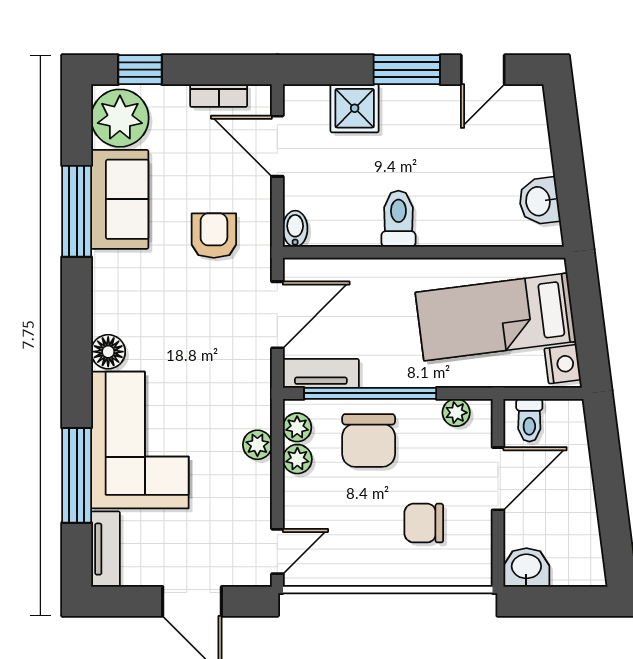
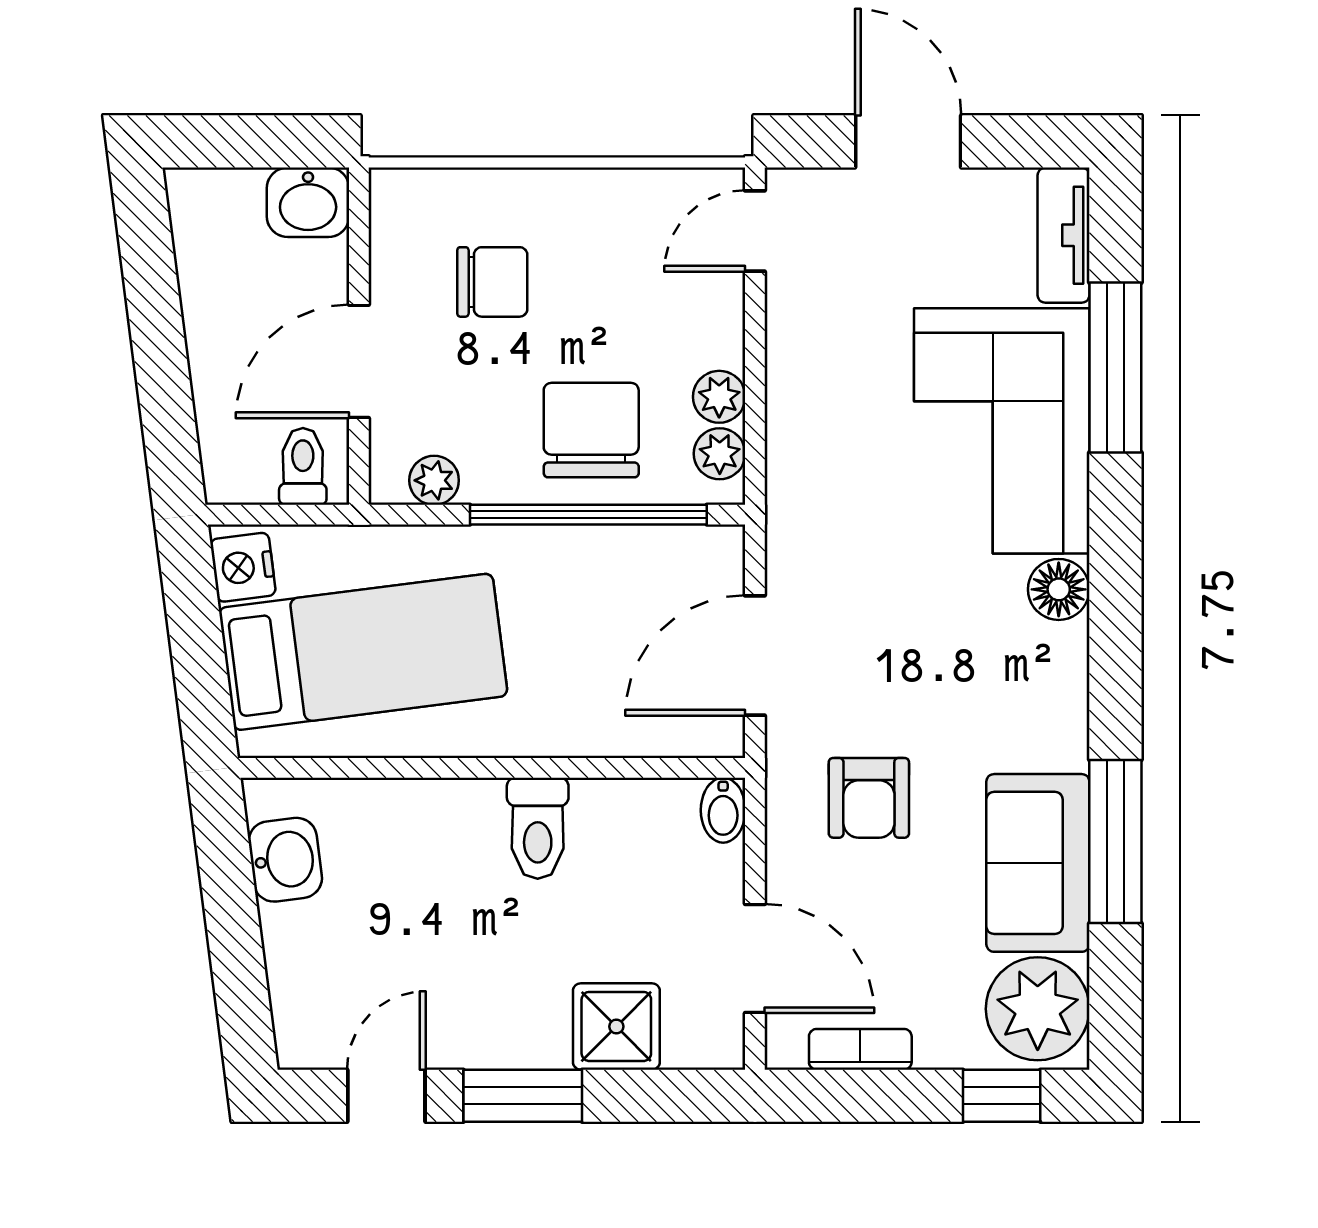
tv unit: (321, 373) -> (677, 551), removed
plant: (257, 445) -> (791, 422), removed

